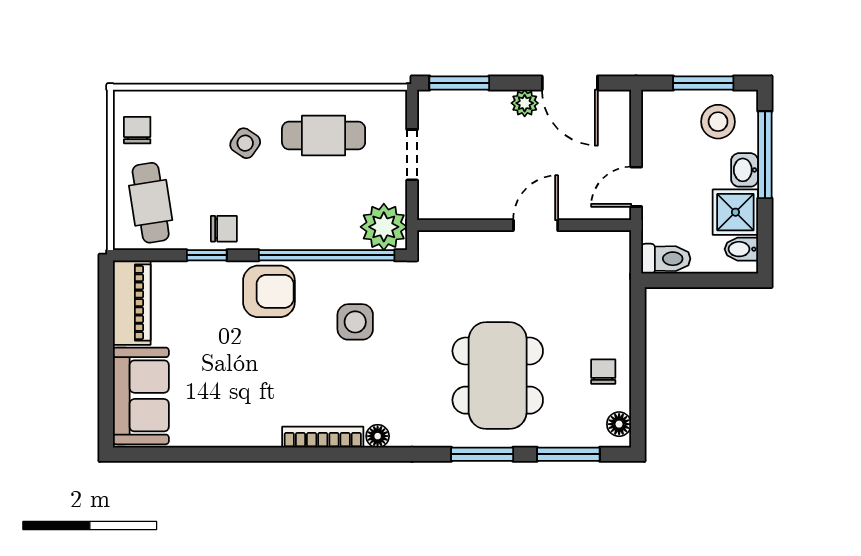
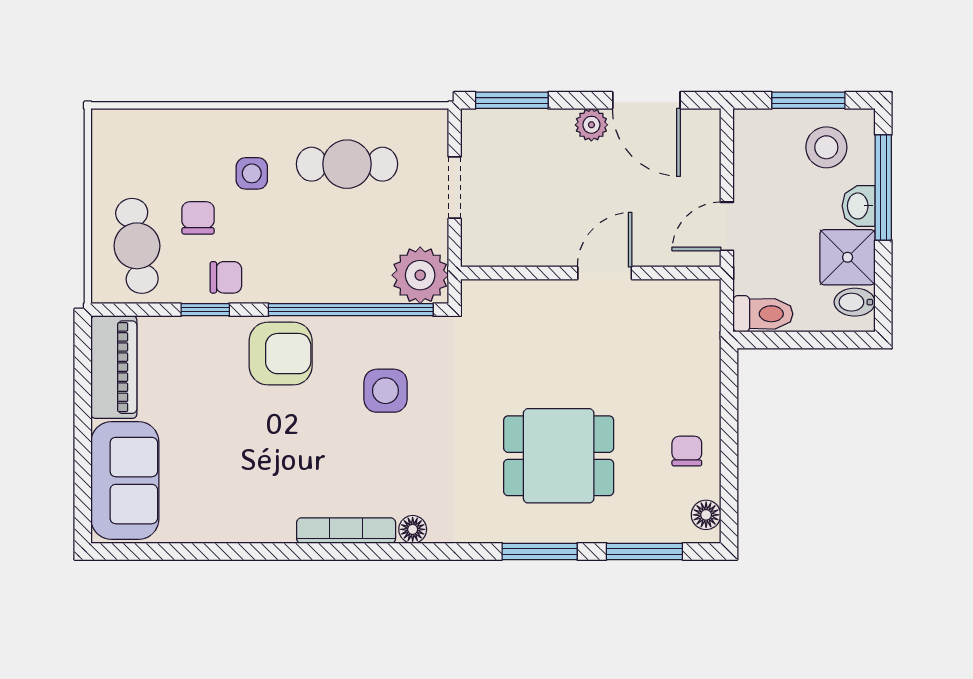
chair: (137, 130) -> (198, 218), moved
side table: (245, 143) -> (252, 173), turned -34
dining table: (498, 376) -> (559, 456), width x0.73

